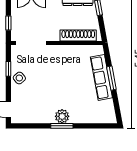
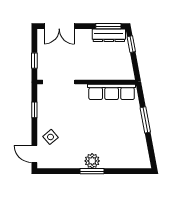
shoe rack: (78, 36) -> (110, 74), removed
row of seats: (101, 77) -> (112, 92), moved, turned -80
side table: (19, 78) -> (51, 137), moved

